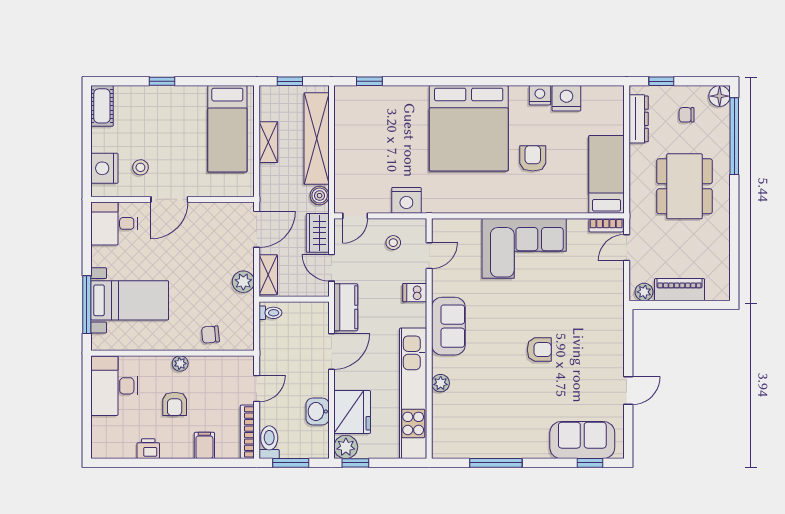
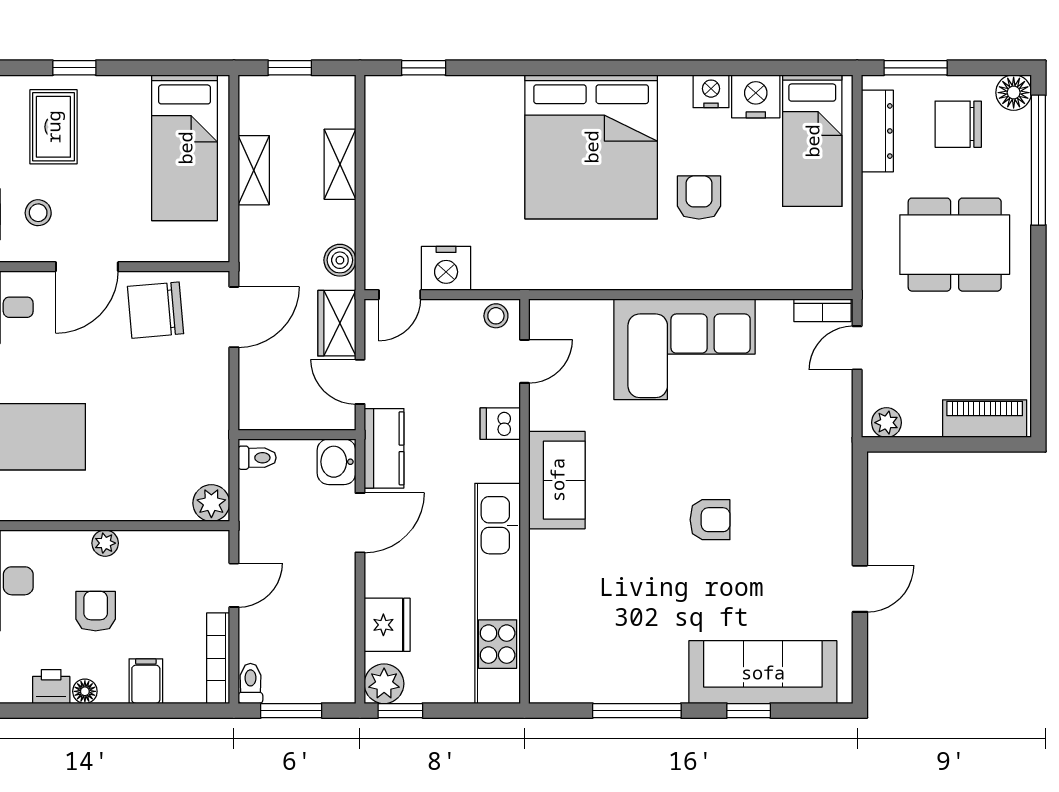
window: (661, 81) -> (916, 68), width x1.50
chair: (687, 115) -> (958, 124), width x1.87, depth x1.87
rug: (150, 116) -> (53, 127), added
shelving: (317, 139) -> (340, 164), width x0.45, depth x0.75
bed: (607, 174) -> (812, 141), moved, turned 180
dining table: (685, 186) -> (955, 245), turned 90
nightstand: (406, 200) -> (446, 268), moved
stool: (393, 243) -> (496, 316), moved
shelving: (268, 275) -> (253, 394), removed
plant: (243, 282) -> (211, 503), moved
piano: (679, 290) -> (985, 419), moved
chair: (210, 335) -> (156, 310), moved, width x1.87, depth x1.87
plant: (441, 383) -> (544, 576), removed
armchair: (175, 404) -> (96, 611), turned 180
washbasin: (318, 411) -> (336, 462), moved
fridge: (352, 412) -> (387, 625), width x0.73, depth x0.75
sofa: (582, 440) -> (763, 672), width x1.36
toilet: (269, 442) -> (250, 683), width x0.73, depth x0.72
floor lamp: (168, 451) -> (85, 691), added
window: (590, 463) -> (749, 711), moved

